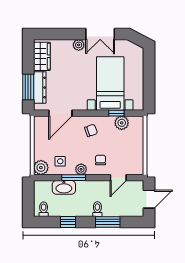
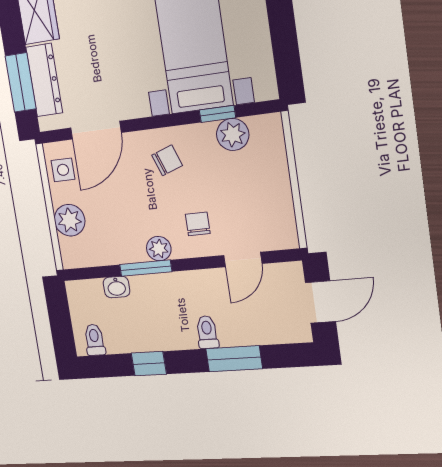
side table: (60, 161) -> (63, 170), moved
plant: (41, 168) -> (70, 220), moved
washbasin: (64, 187) -> (116, 287), width x0.52, depth x0.69

